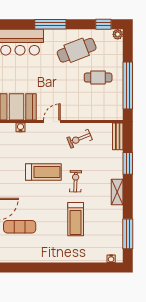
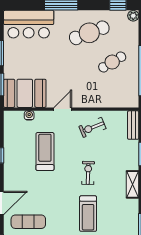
cafe table: (98, 78) -> (112, 62), turned -31
treadmill: (43, 172) -> (45, 152), moved, turned -90

